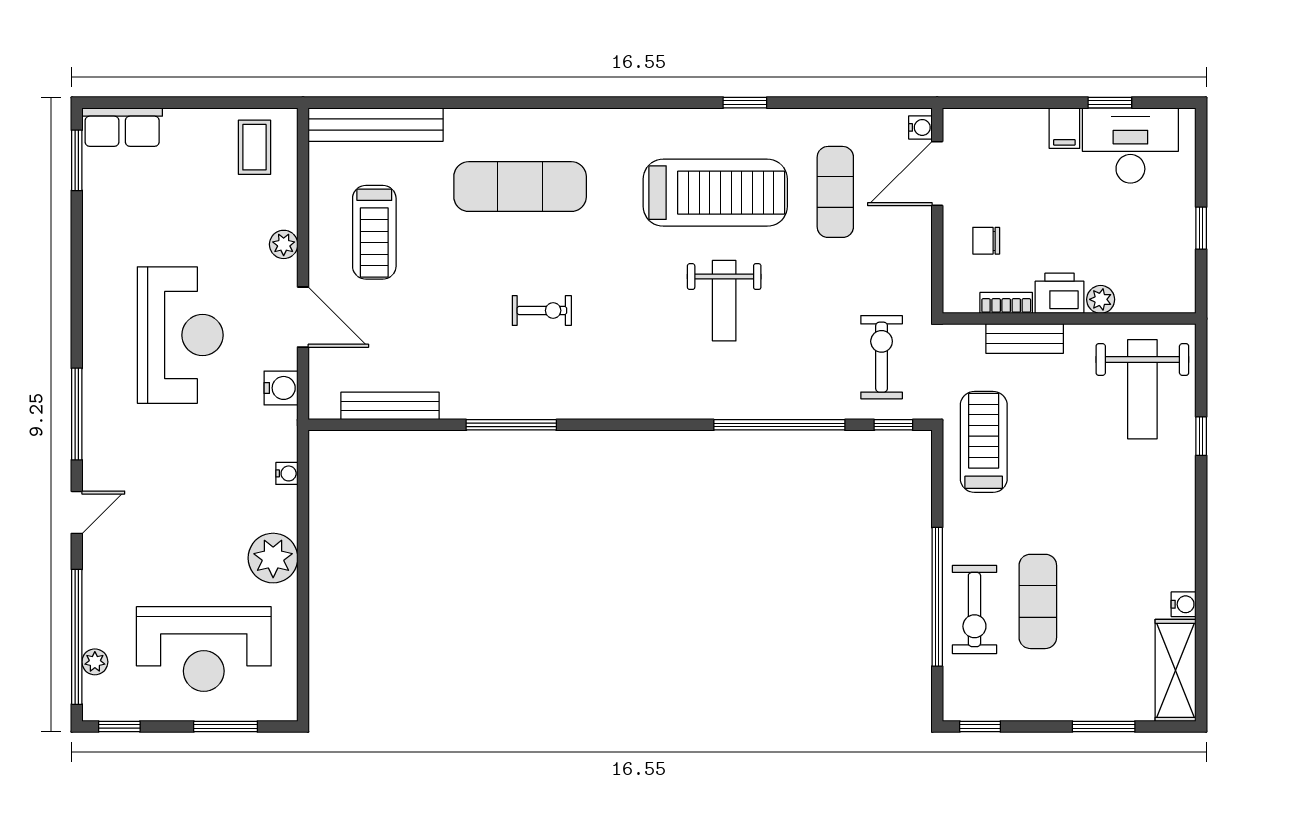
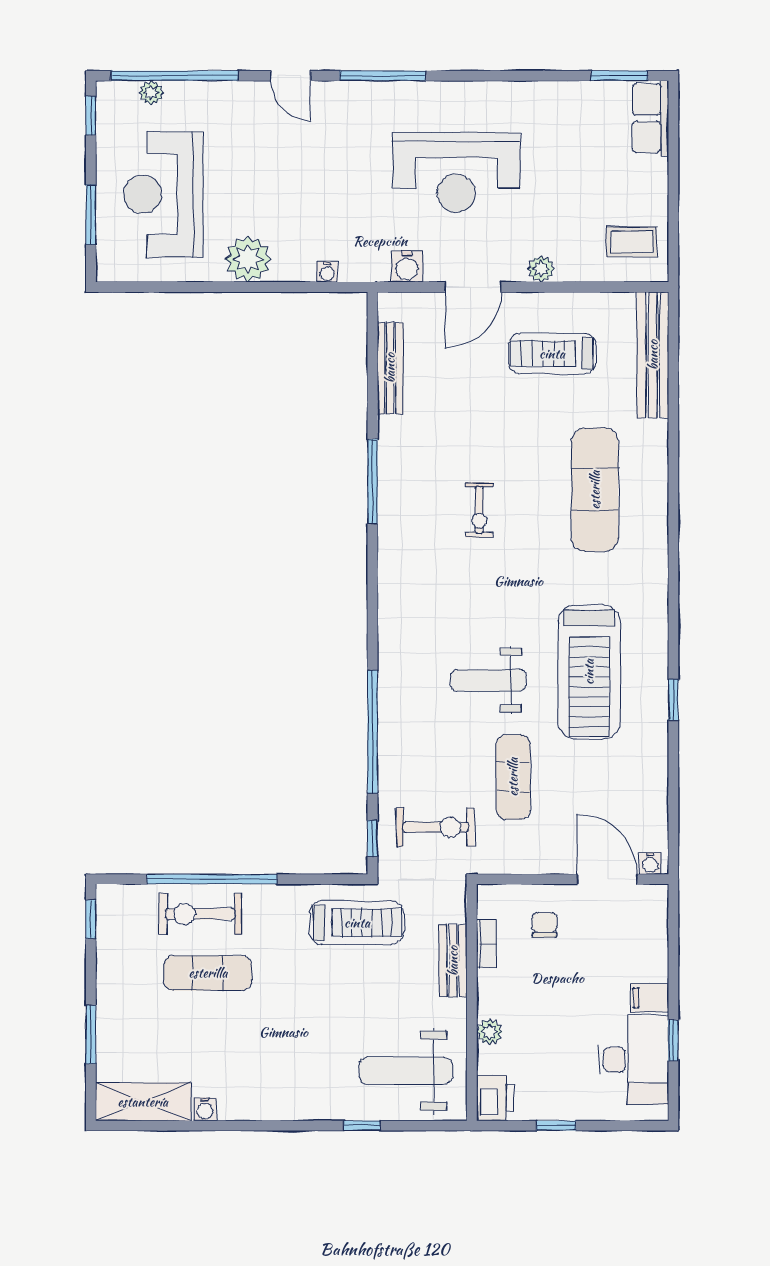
exercise mat: (835, 192) -> (513, 777), moved, turned 90
printer: (1060, 293) -> (495, 1098), moved

